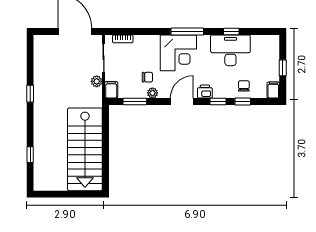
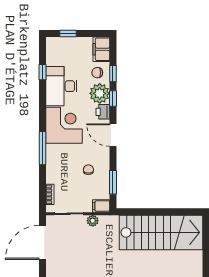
window: (187, 31) -> (42, 148), moved
window: (231, 31) -> (42, 72), moved
corner desk: (178, 53) -> (64, 125), moved
window: (283, 68) -> (68, 34), moved
filing cabinet: (273, 90) -> (101, 49), width x2.00
plant: (152, 93) -> (100, 93), moved, width x1.87, depth x1.87

